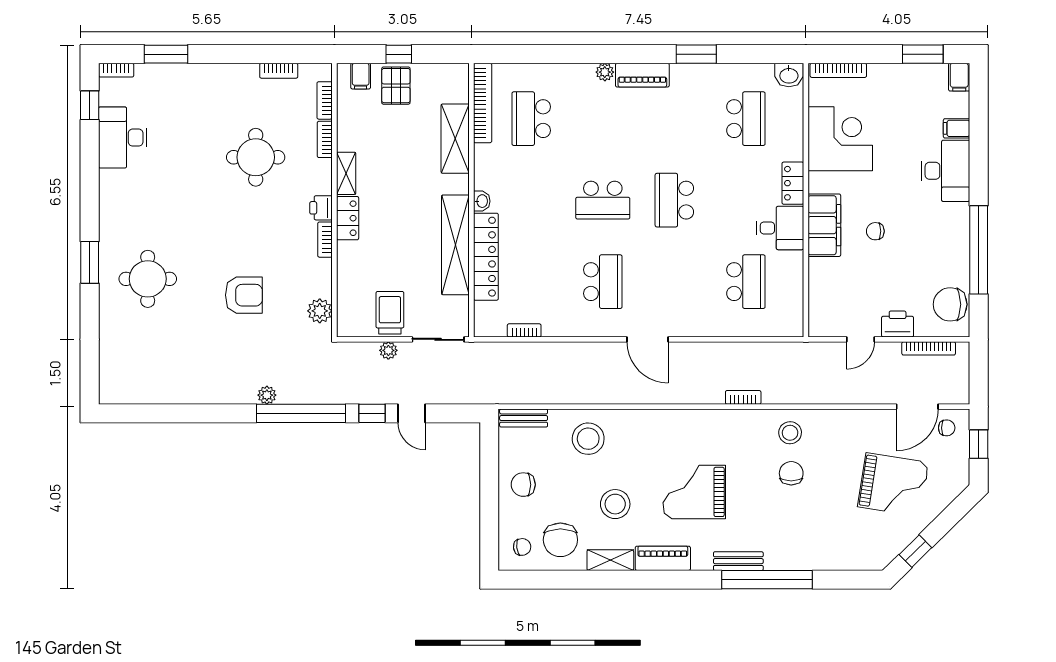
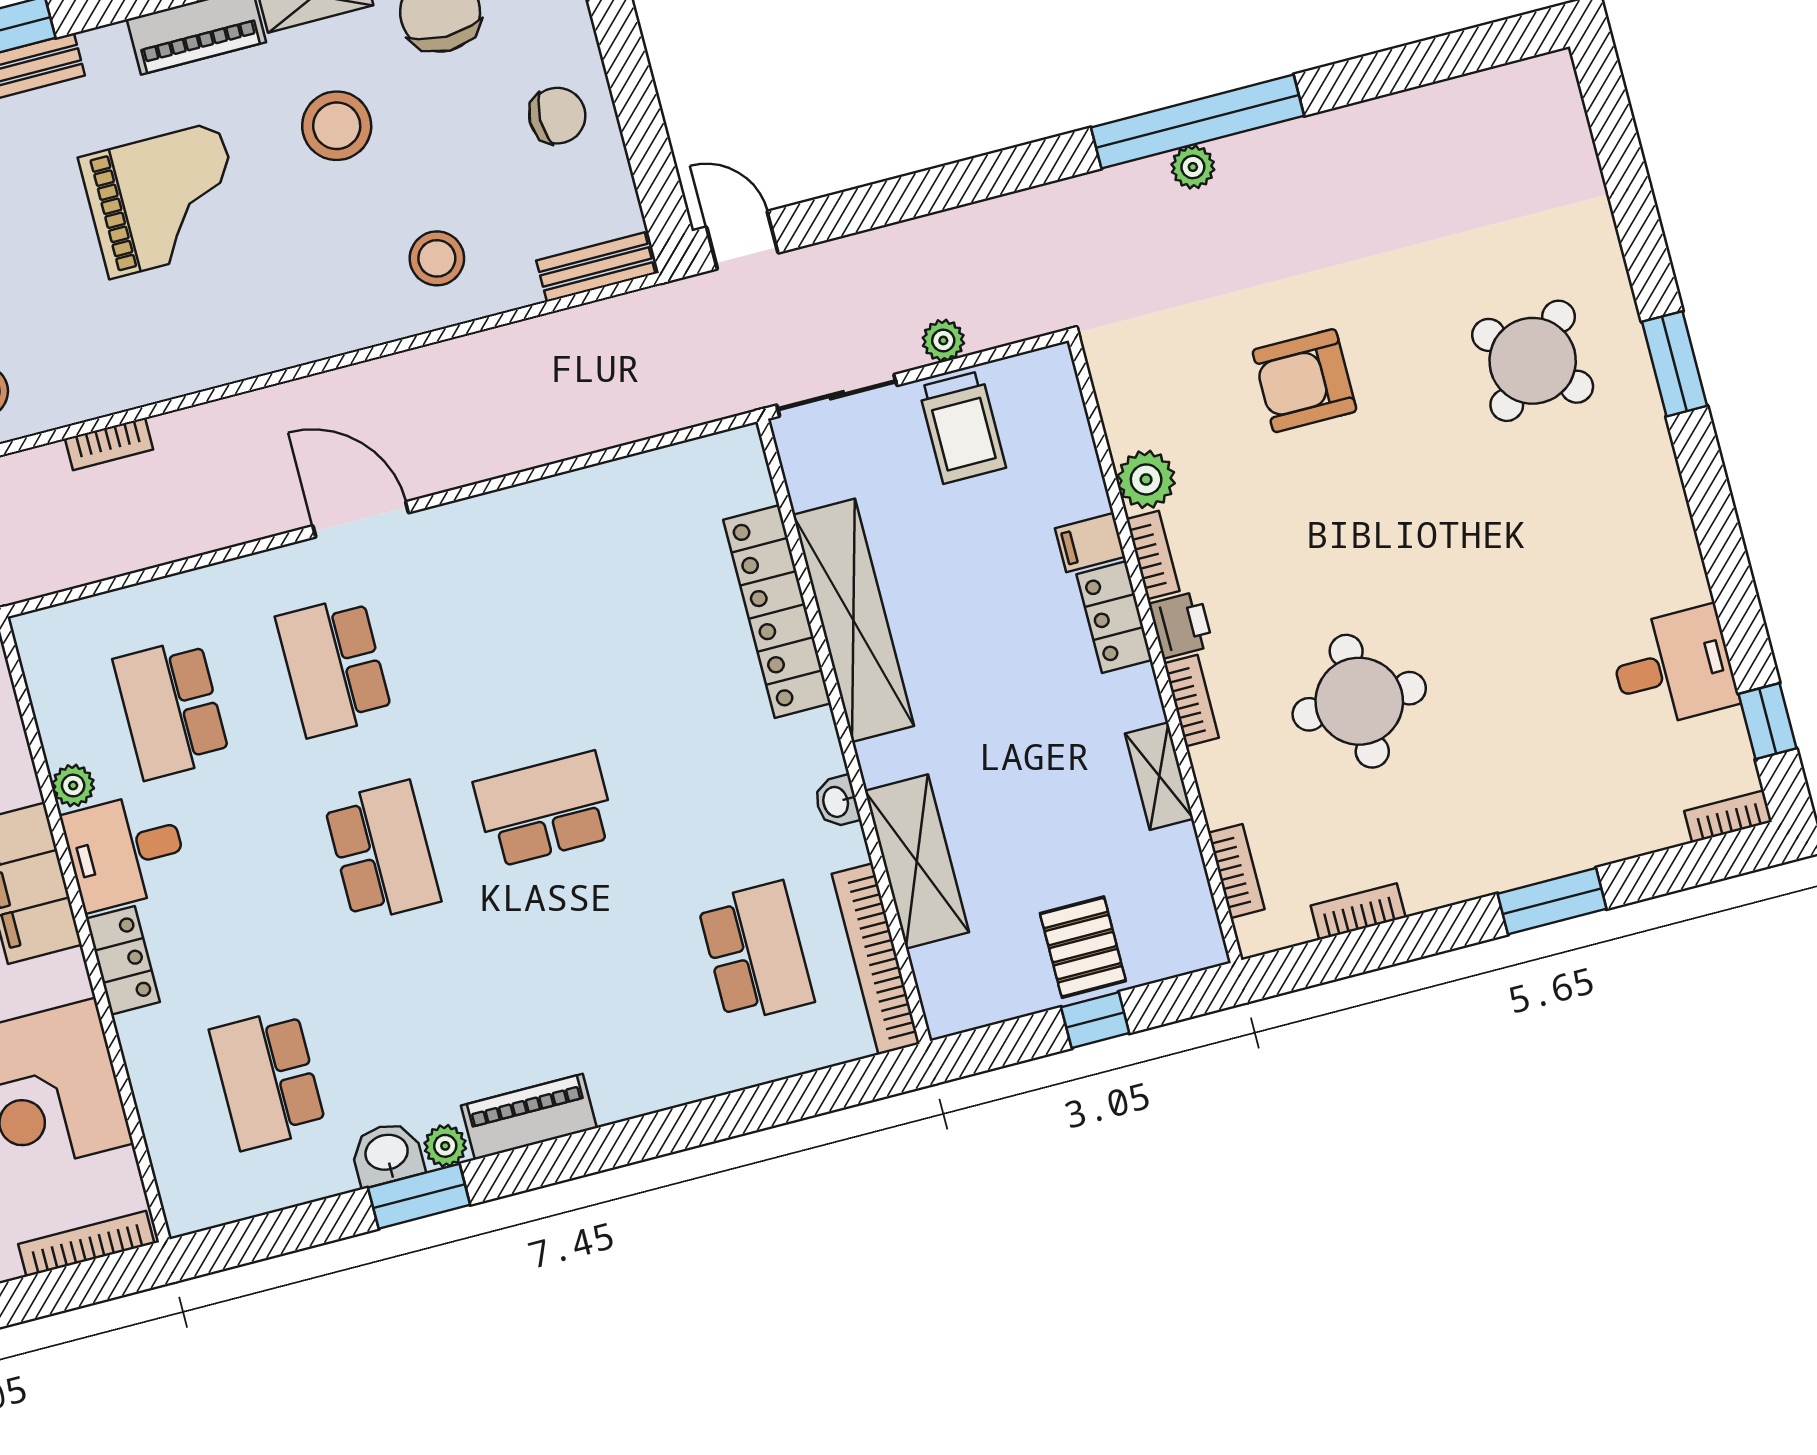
window: (166, 54) -> (1552, 901), moved
plant: (605, 72) -> (445, 1146), moved
washbasin: (789, 75) -> (387, 1154), moved
filing cabinet: (361, 76) -> (1090, 542), moved, turned -90
desk: (123, 138) -> (1673, 667), width x0.73
bookcase: (325, 139) -> (1191, 701), moved
shelving: (346, 173) -> (1159, 776), moved
washbasin: (482, 201) -> (837, 802), moved
plant: (795, 261) -> (73, 785), added
round table: (148, 279) -> (1533, 361), turned 45
school desk: (603, 282) -> (334, 666), moved
plant: (320, 311) -> (1146, 479), moved
bookcase: (524, 330) -> (646, 467), removed
window: (301, 413) -> (1198, 122), moved
window: (372, 413) -> (943, 188), removed
door: (411, 413) -> (742, 240), moved
stool: (588, 439) -> (437, 258), width x0.73, depth x0.73

